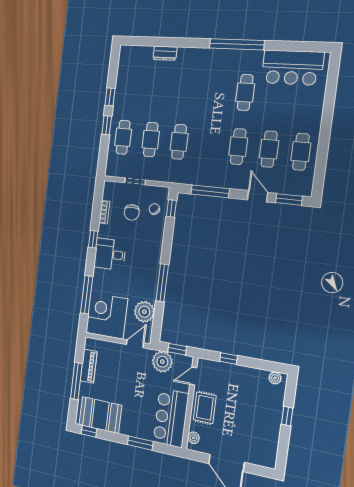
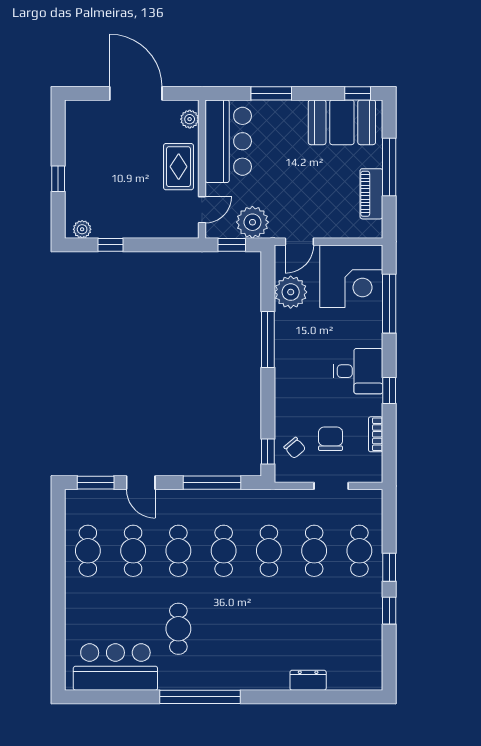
cafe table: (208, 144) -> (224, 551), added
window: (229, 359) -> (111, 245), moved

